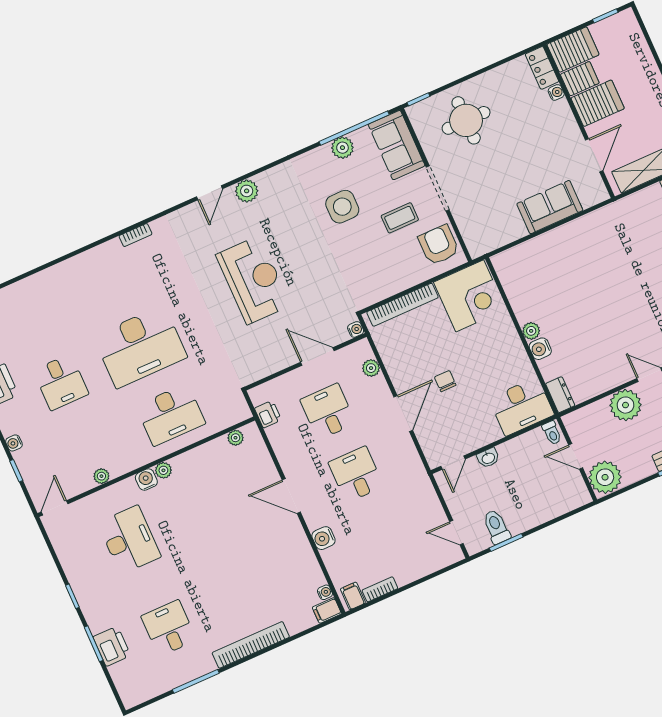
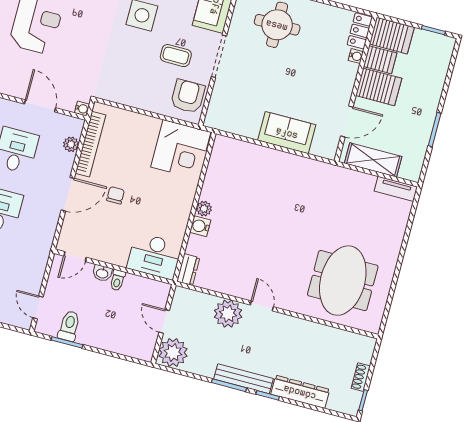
bookcase: (403, 305) -> (91, 144), moved, turned -90
toilet: (552, 433) -> (117, 280), moved

